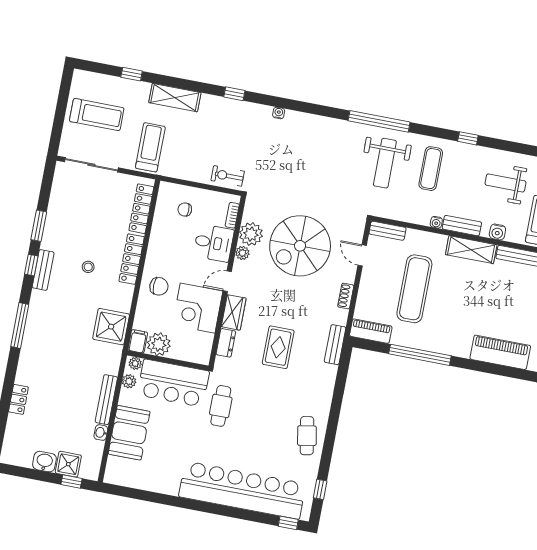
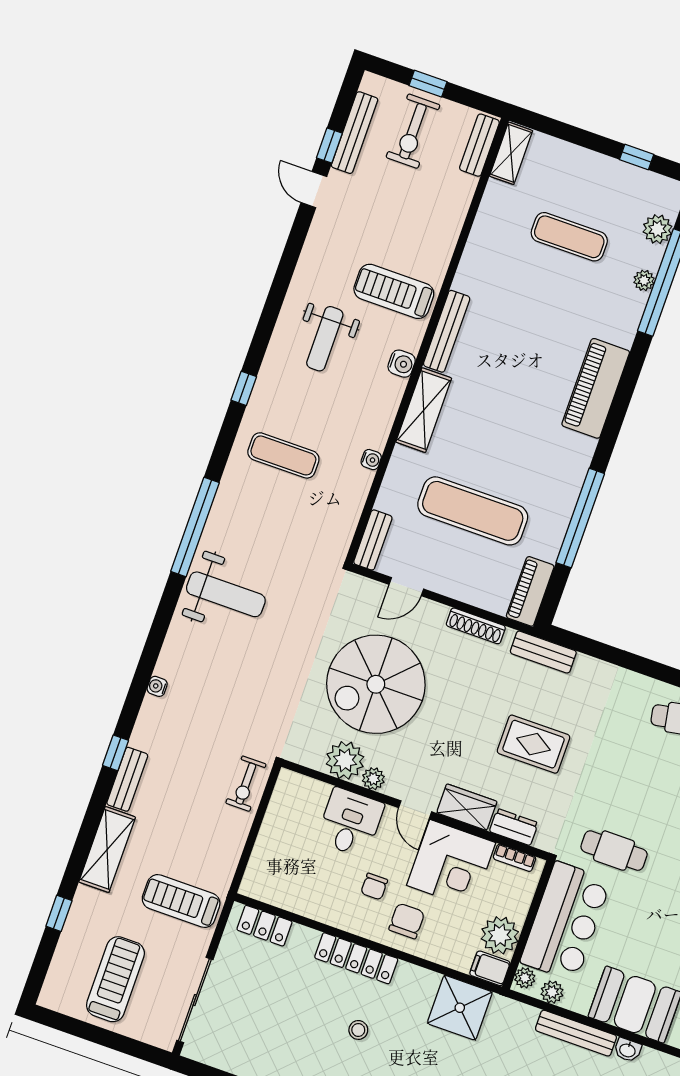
weight bench: (385, 163) -> (226, 594), moved
locker: (141, 209) -> (264, 926), width x0.66
chair: (185, 210) -> (374, 886), moved
bookcase: (232, 215) -> (515, 858), moved
bench: (462, 226) -> (127, 779), moved
spiral stairs: (300, 246) -> (376, 684), turned 90
shoe rack: (346, 296) -> (476, 626), width x1.43

